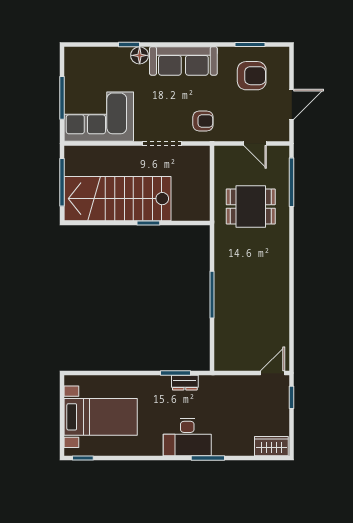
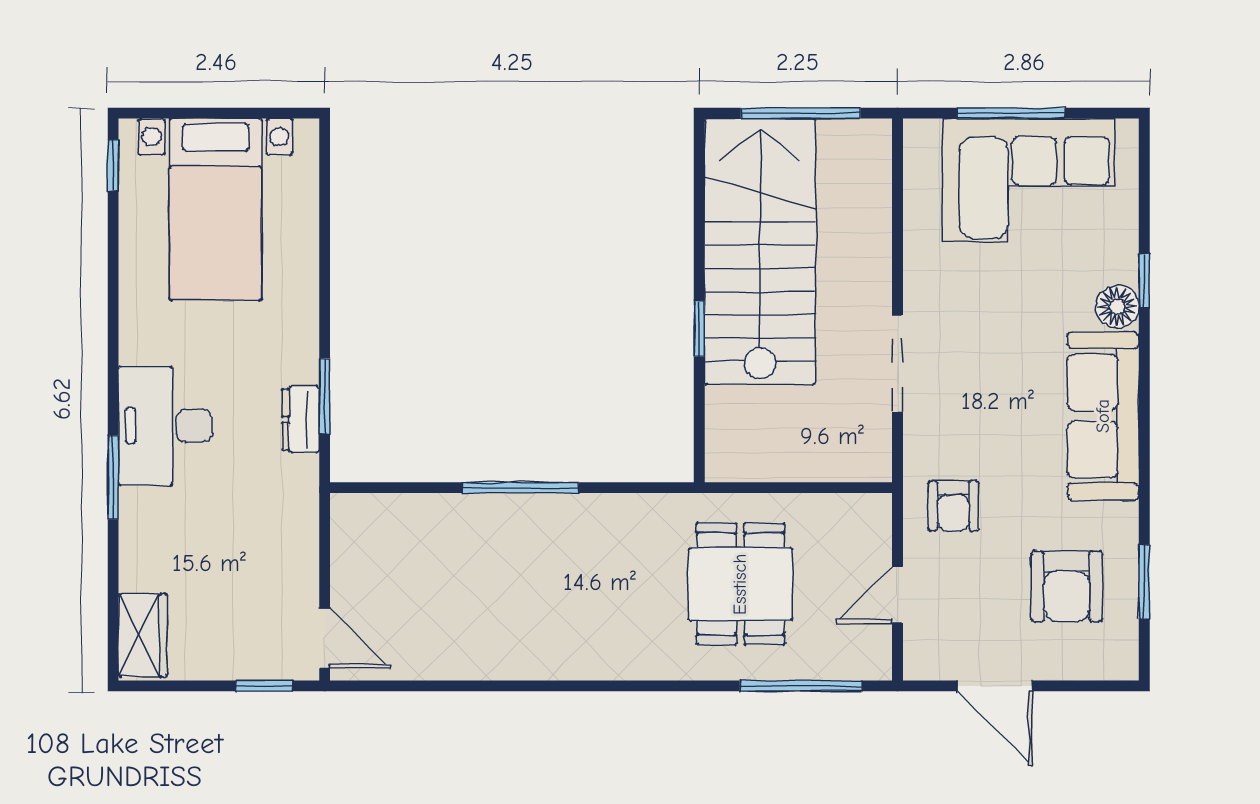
corner sofa: (99, 117) -> (1029, 180), moved, turned 90
armchair: (203, 121) -> (953, 506), moved

